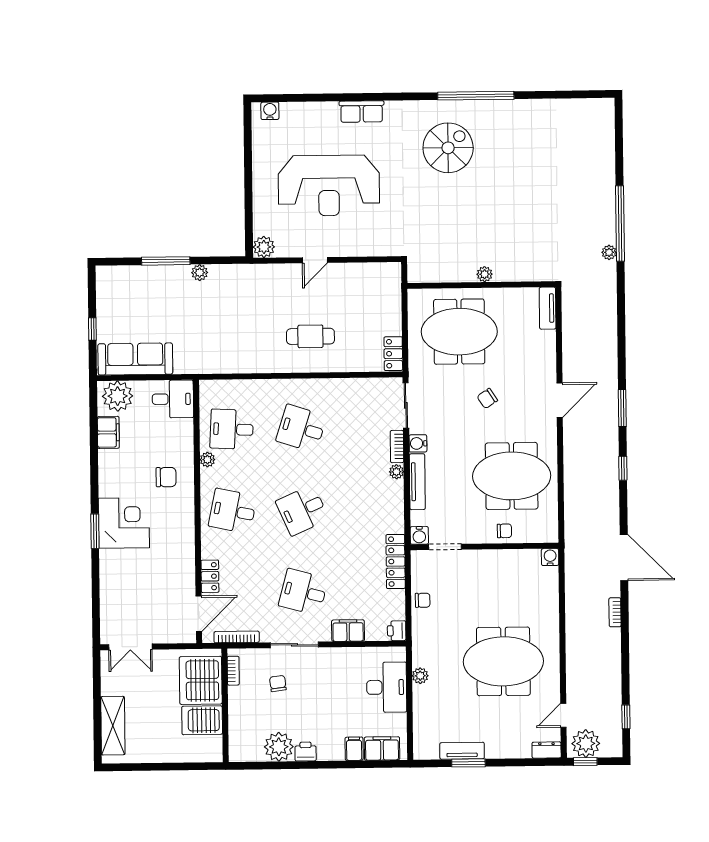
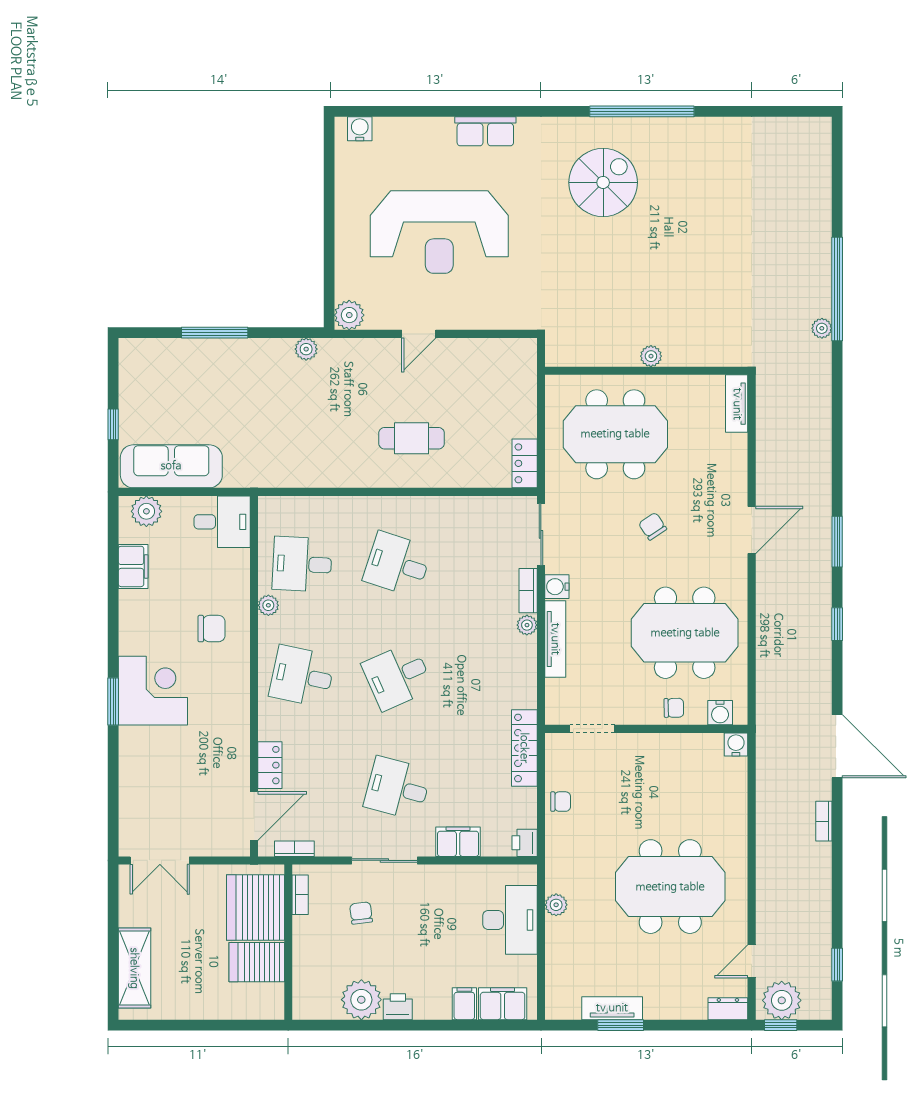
plant: (200, 273) -> (306, 349), moved
plant: (118, 396) -> (146, 511), width x0.73, depth x0.73
chair: (487, 398) -> (653, 526), turned 89
water cooler: (419, 535) -> (720, 713), moved
bookcase: (237, 637) -> (294, 849), width x0.64

